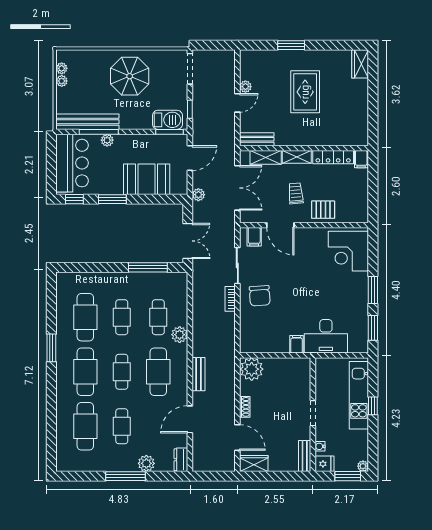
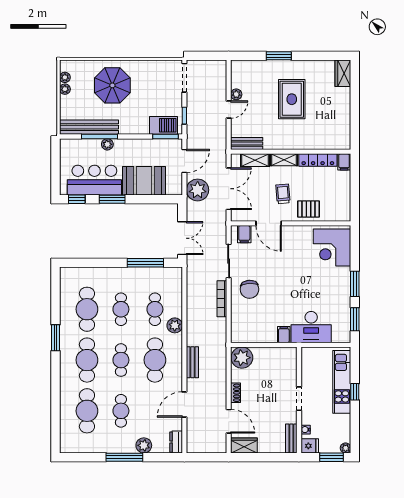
parasol: (130, 76) -> (112, 85), moved
bar counter: (72, 163) -> (94, 180), moved, turned -90
plant: (198, 195) -> (198, 190), width x1.87, depth x1.87
bookcase: (230, 299) -> (222, 299), width x1.56

